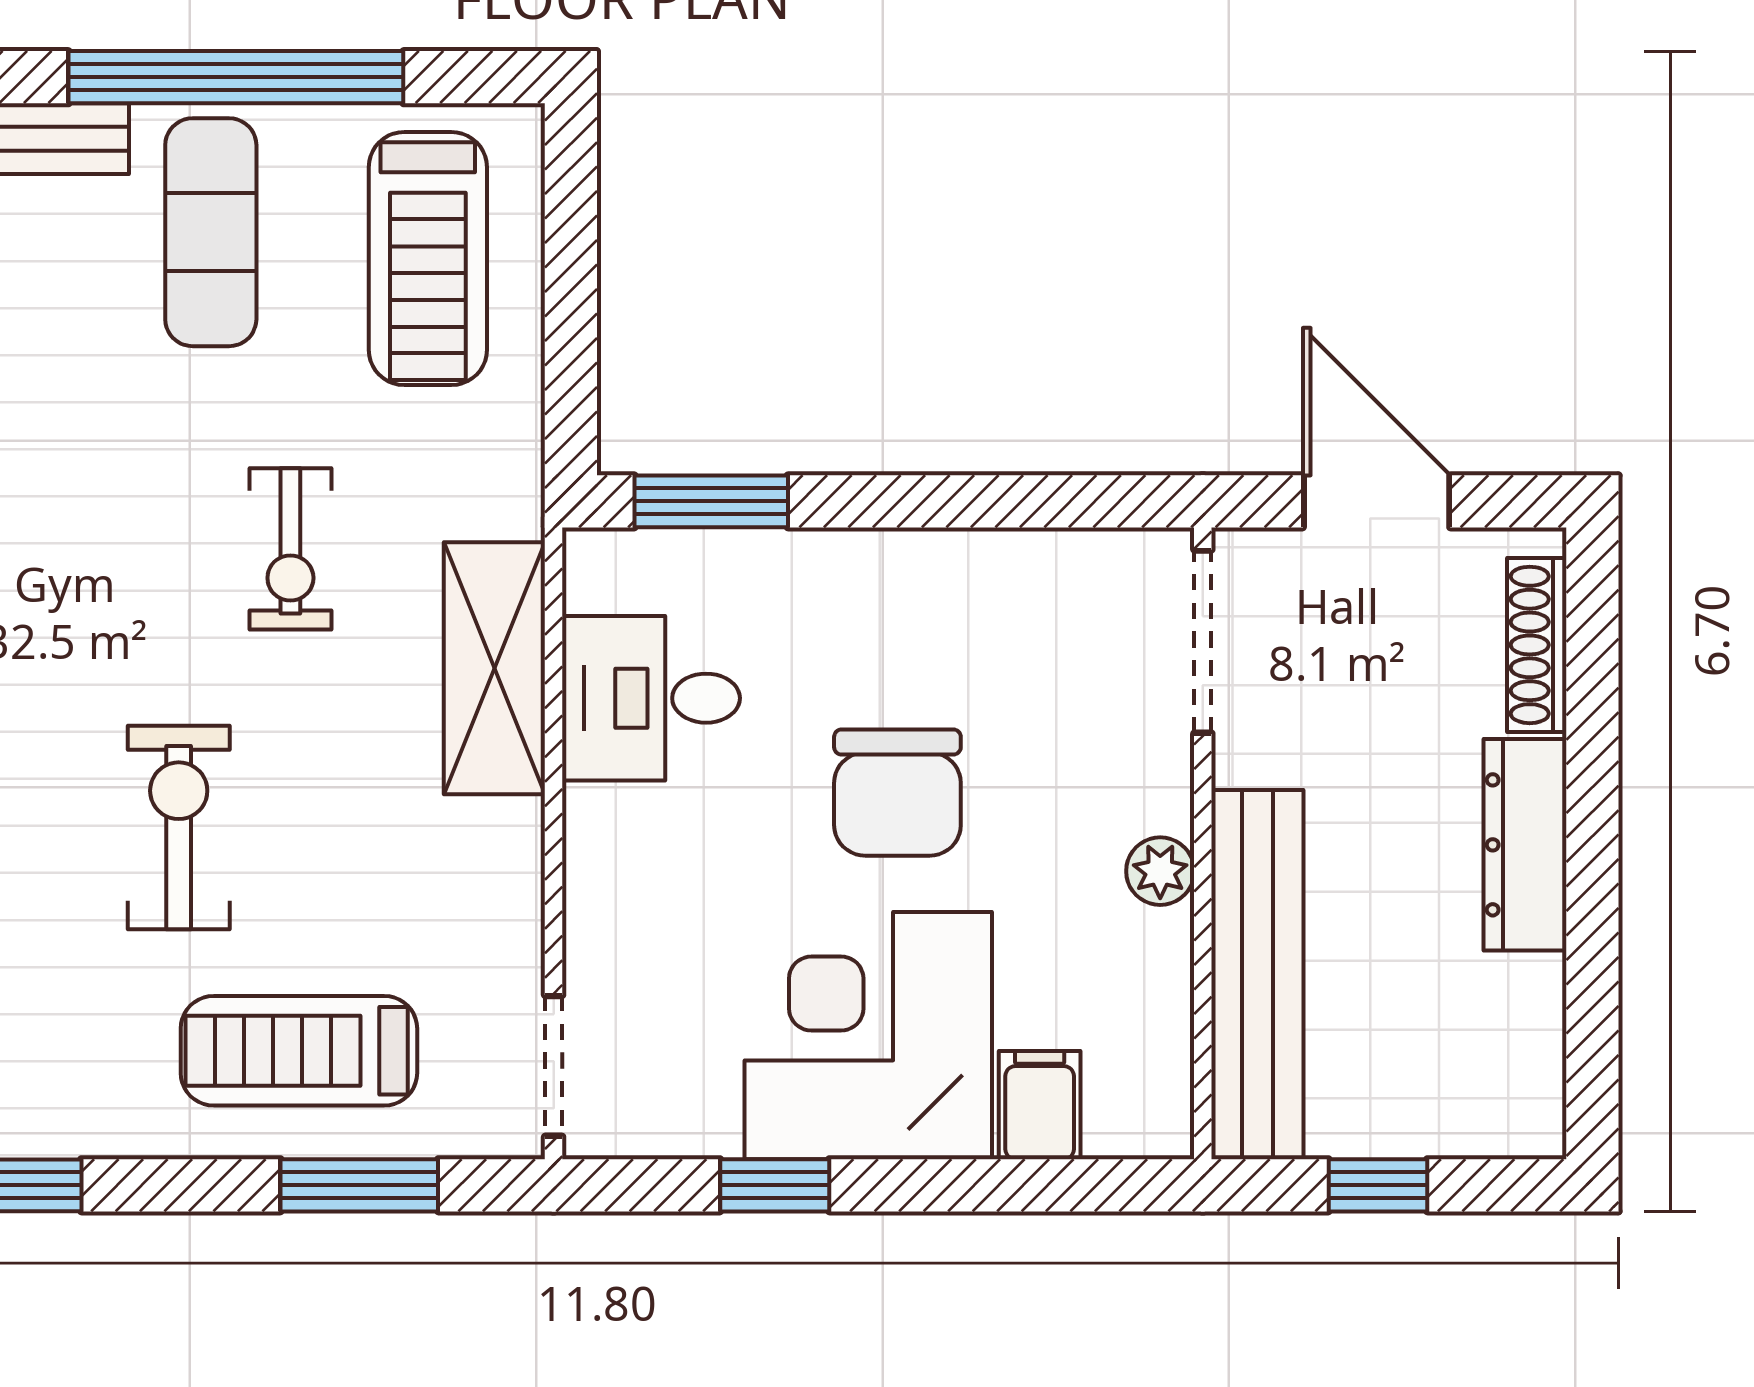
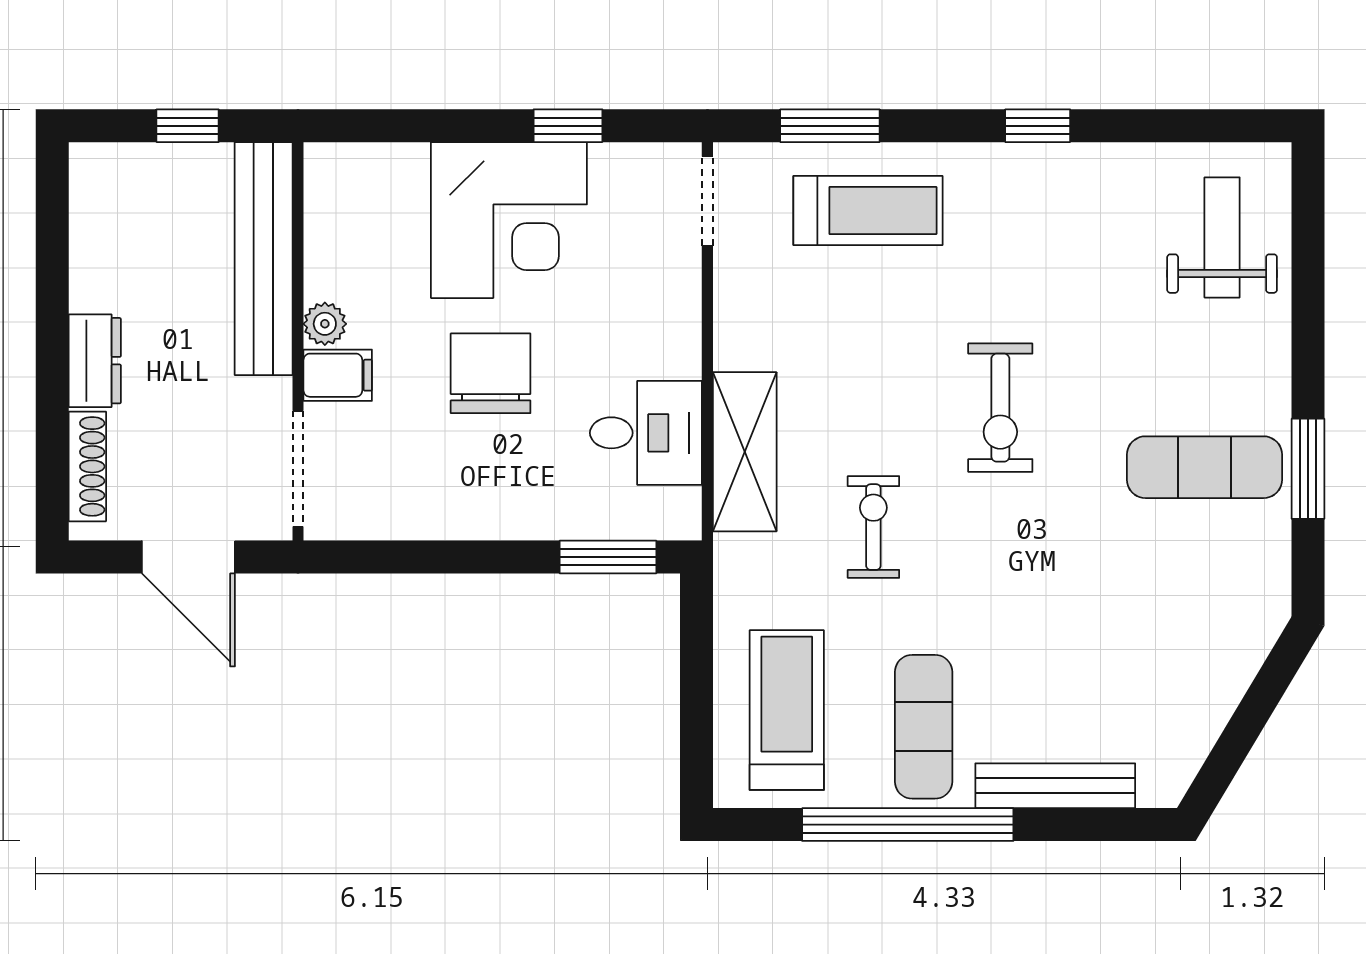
exercise bike: (179, 827) -> (1000, 408), moved
dresser: (1525, 845) -> (95, 361), width x0.70
filing cabinet: (1040, 1105) -> (338, 375), moved, turned -90

